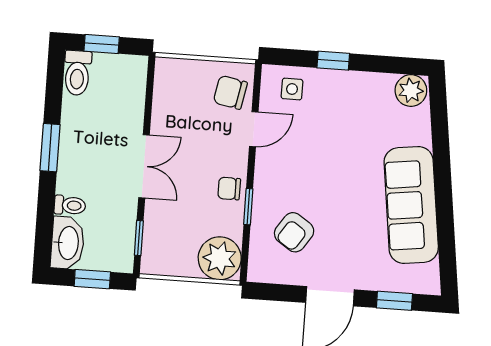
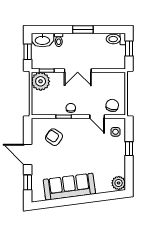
plant: (220, 258) -> (41, 81), moved

